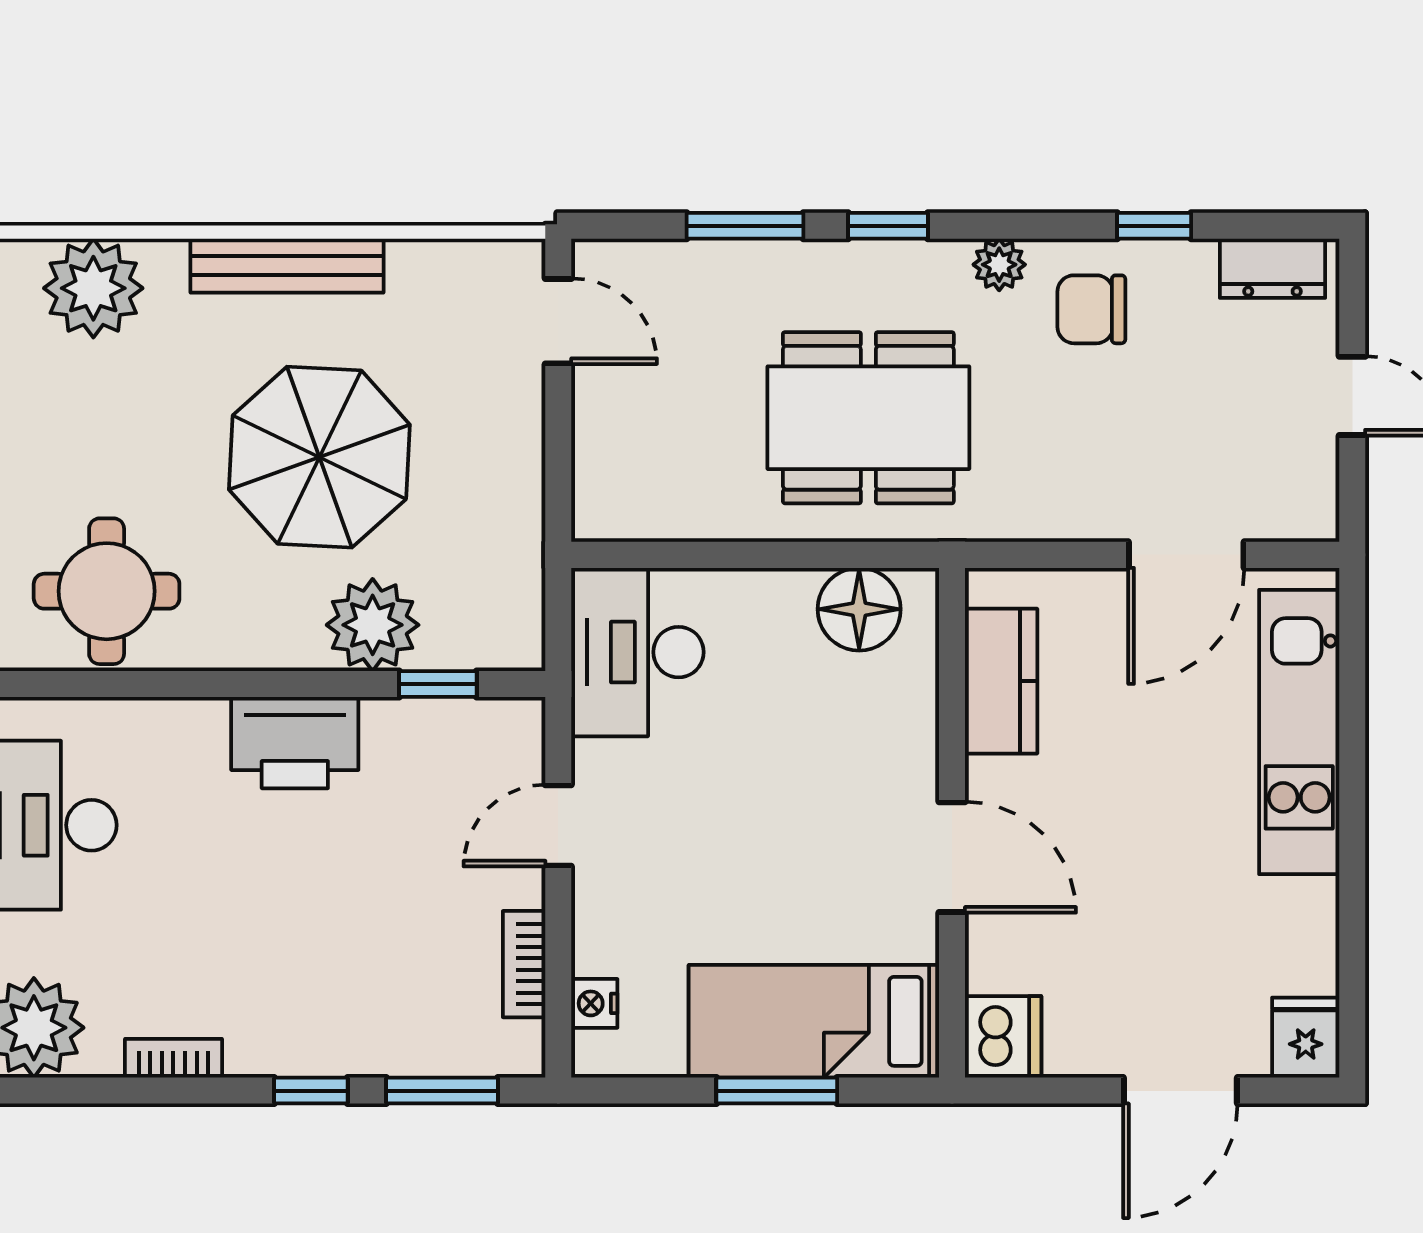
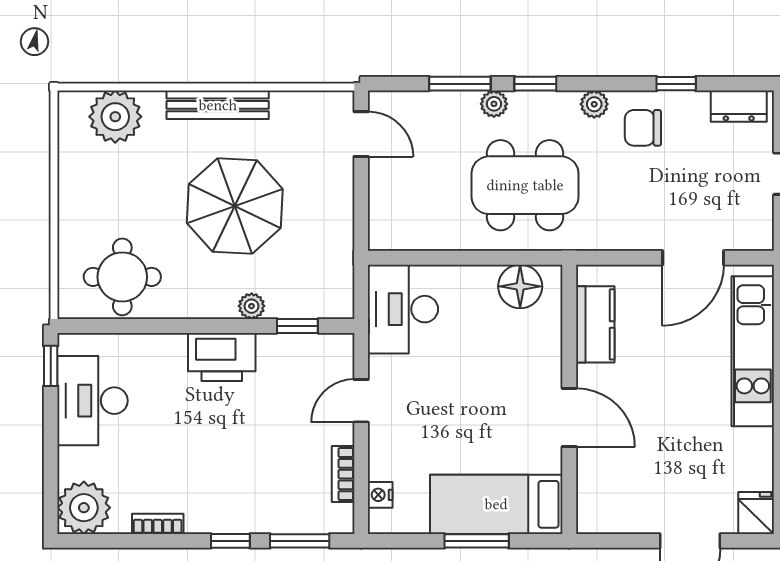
plant: (810, 264) -> (494, 104), added
plant: (373, 625) -> (252, 306), width x0.53, depth x0.53
dishwasher: (1003, 1037) -> (596, 513), removed

